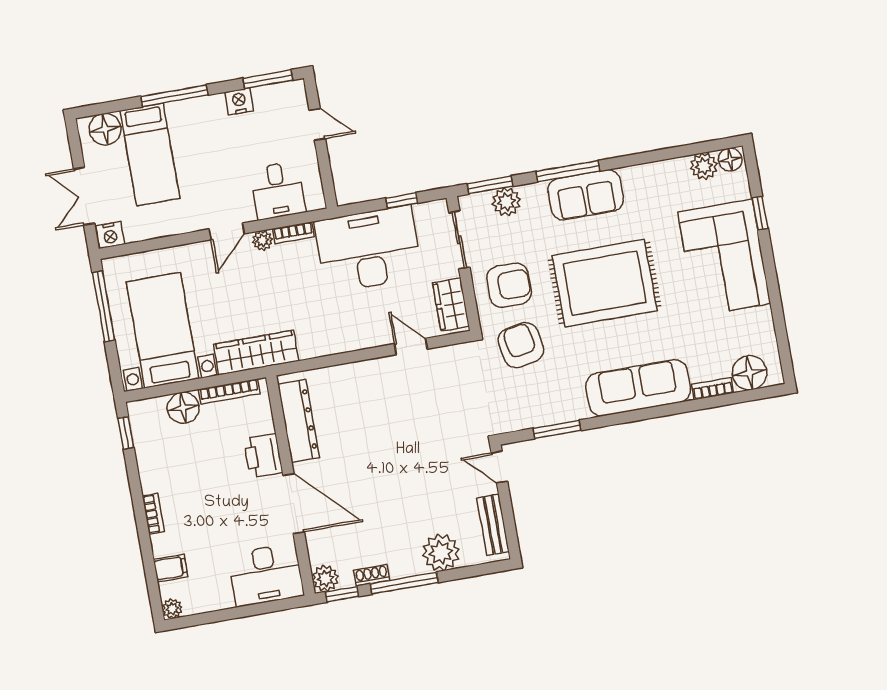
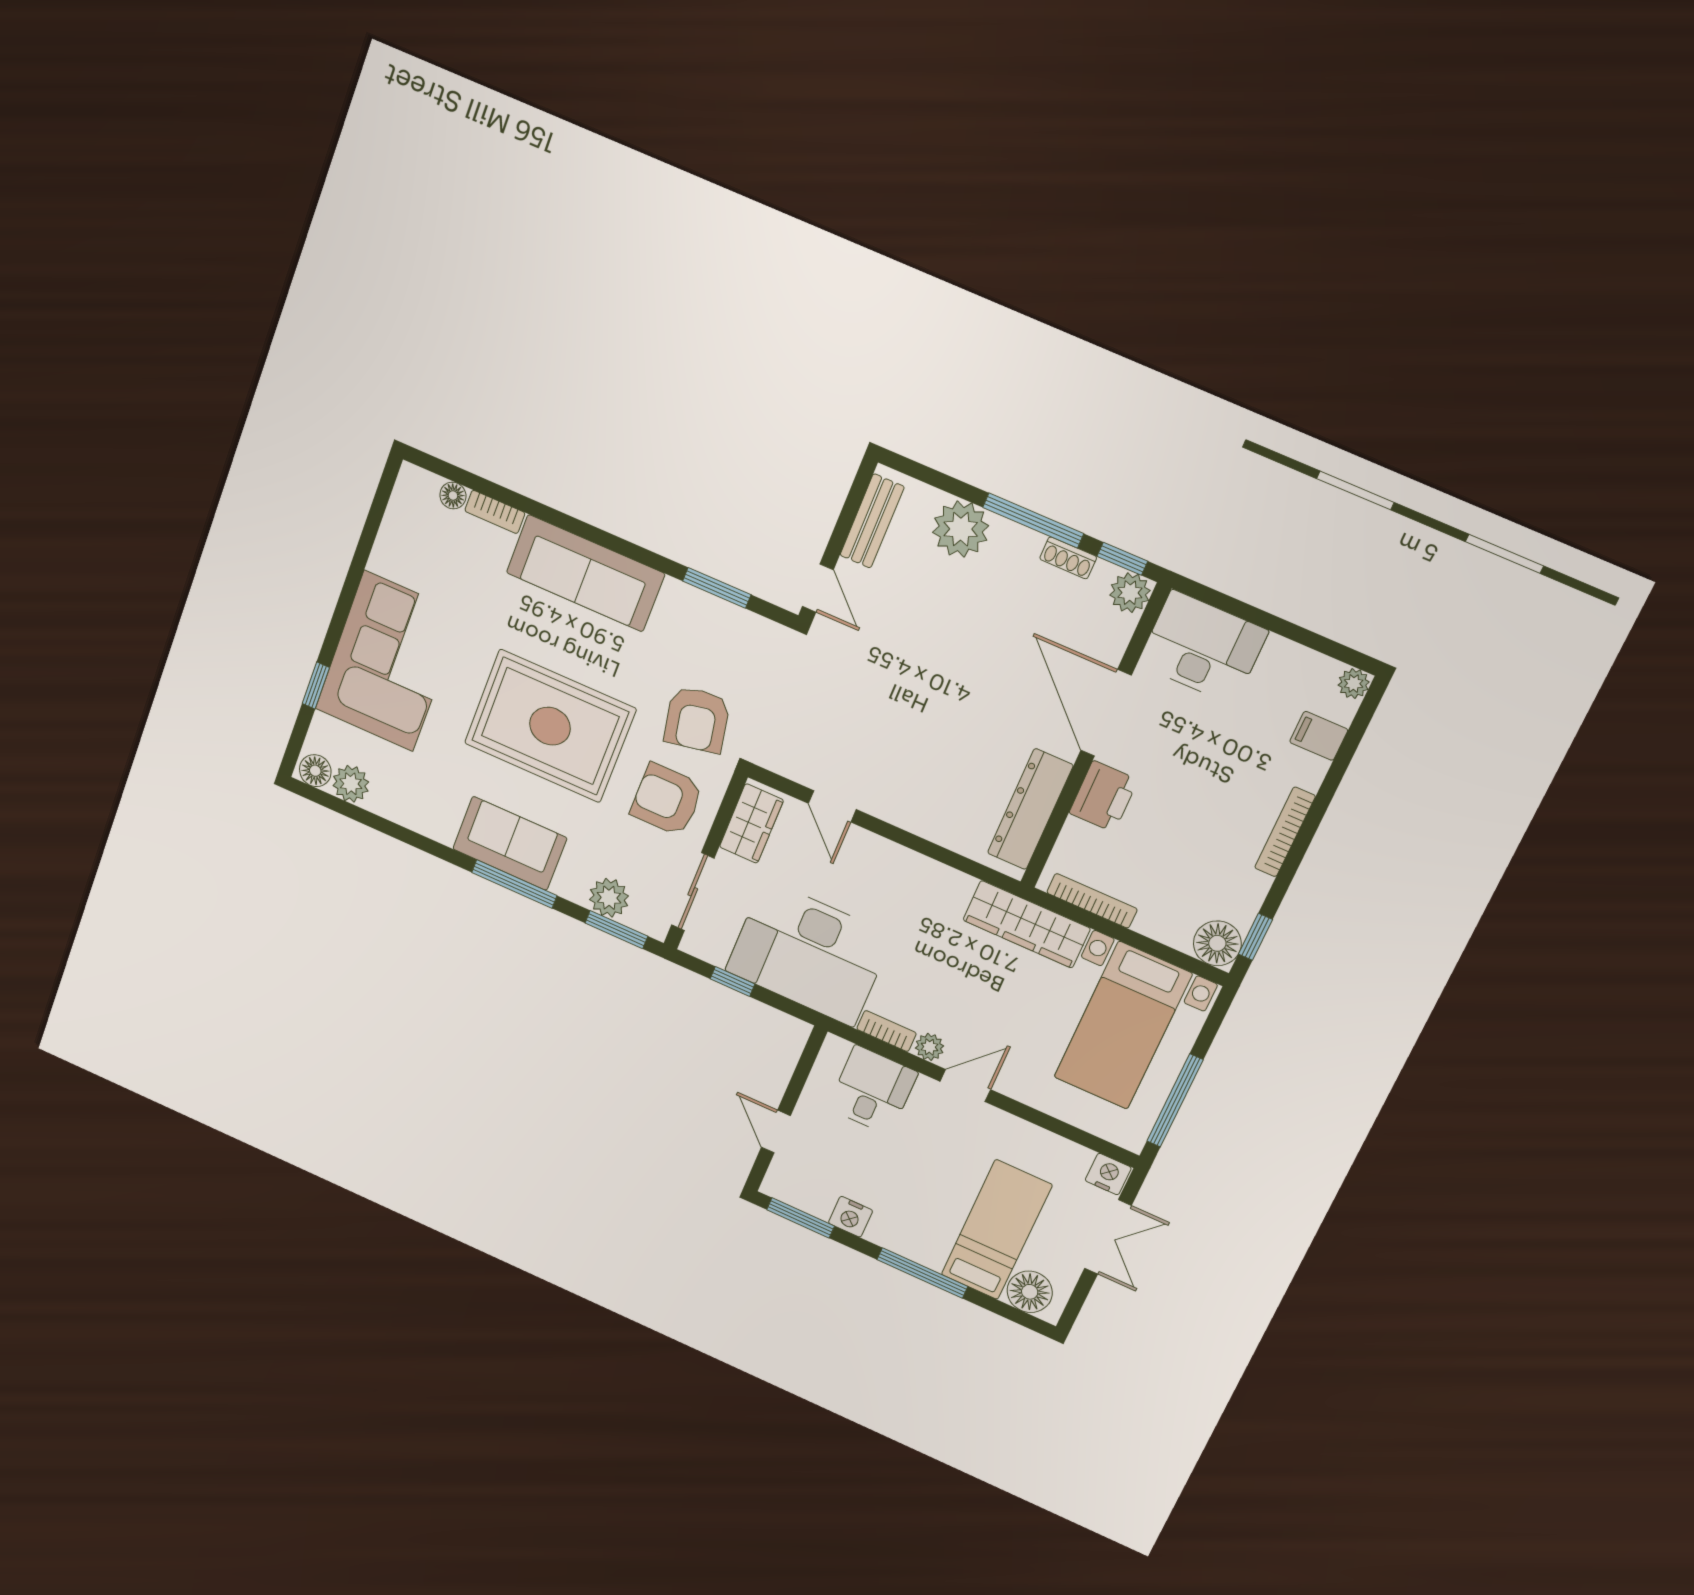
floor lamp: (750, 373) -> (453, 495), width x0.53, depth x0.53
floor lamp: (183, 408) -> (1217, 943), moved
bookcase: (153, 514) -> (1285, 832), width x1.56

